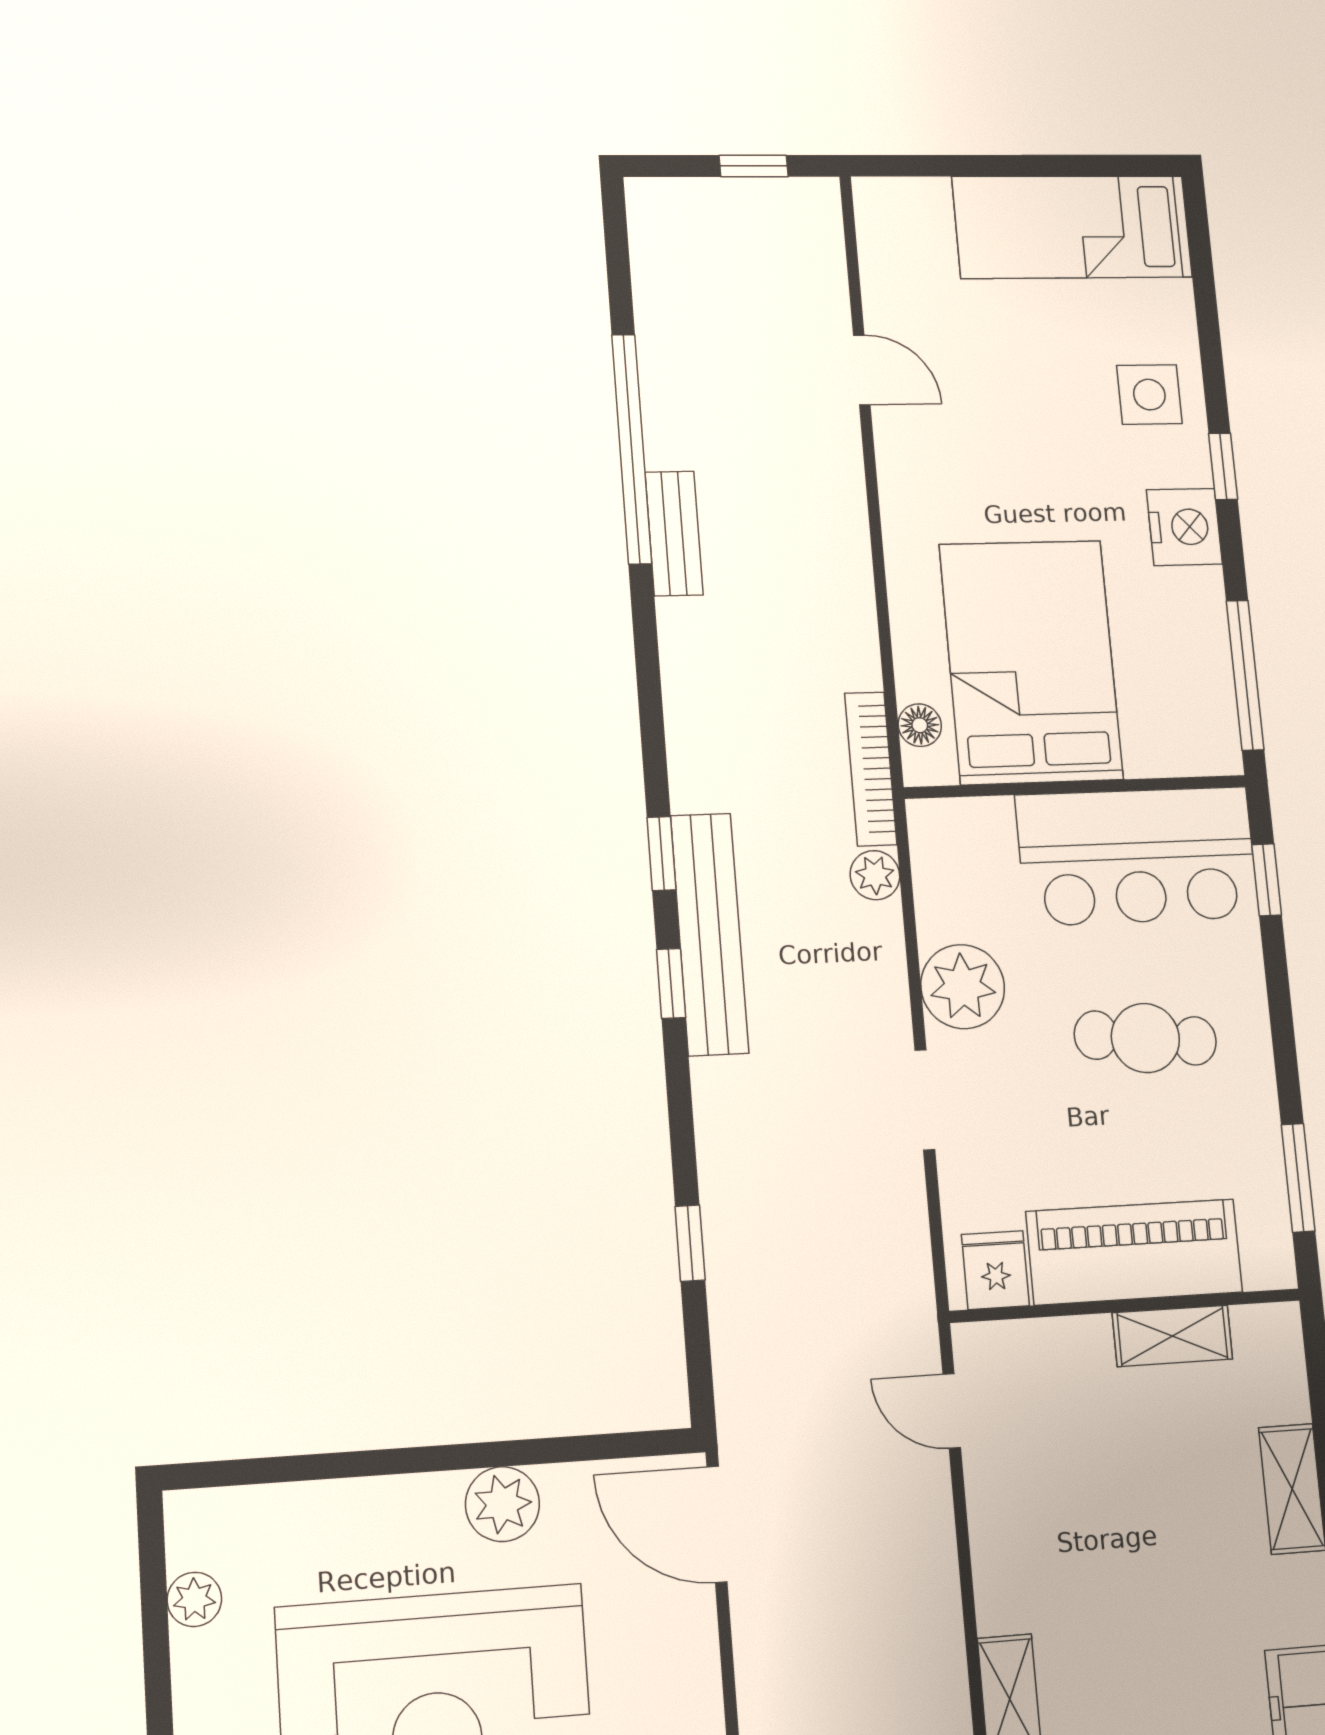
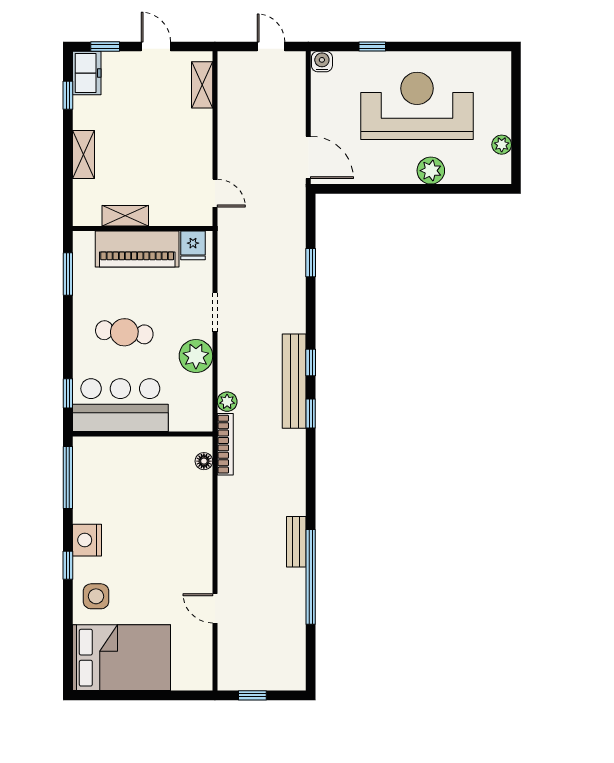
bed: (1072, 227) -> (122, 658), width x1.50
bed: (1031, 662) -> (156, 486), removed
plant: (502, 1504) -> (431, 171), moved

